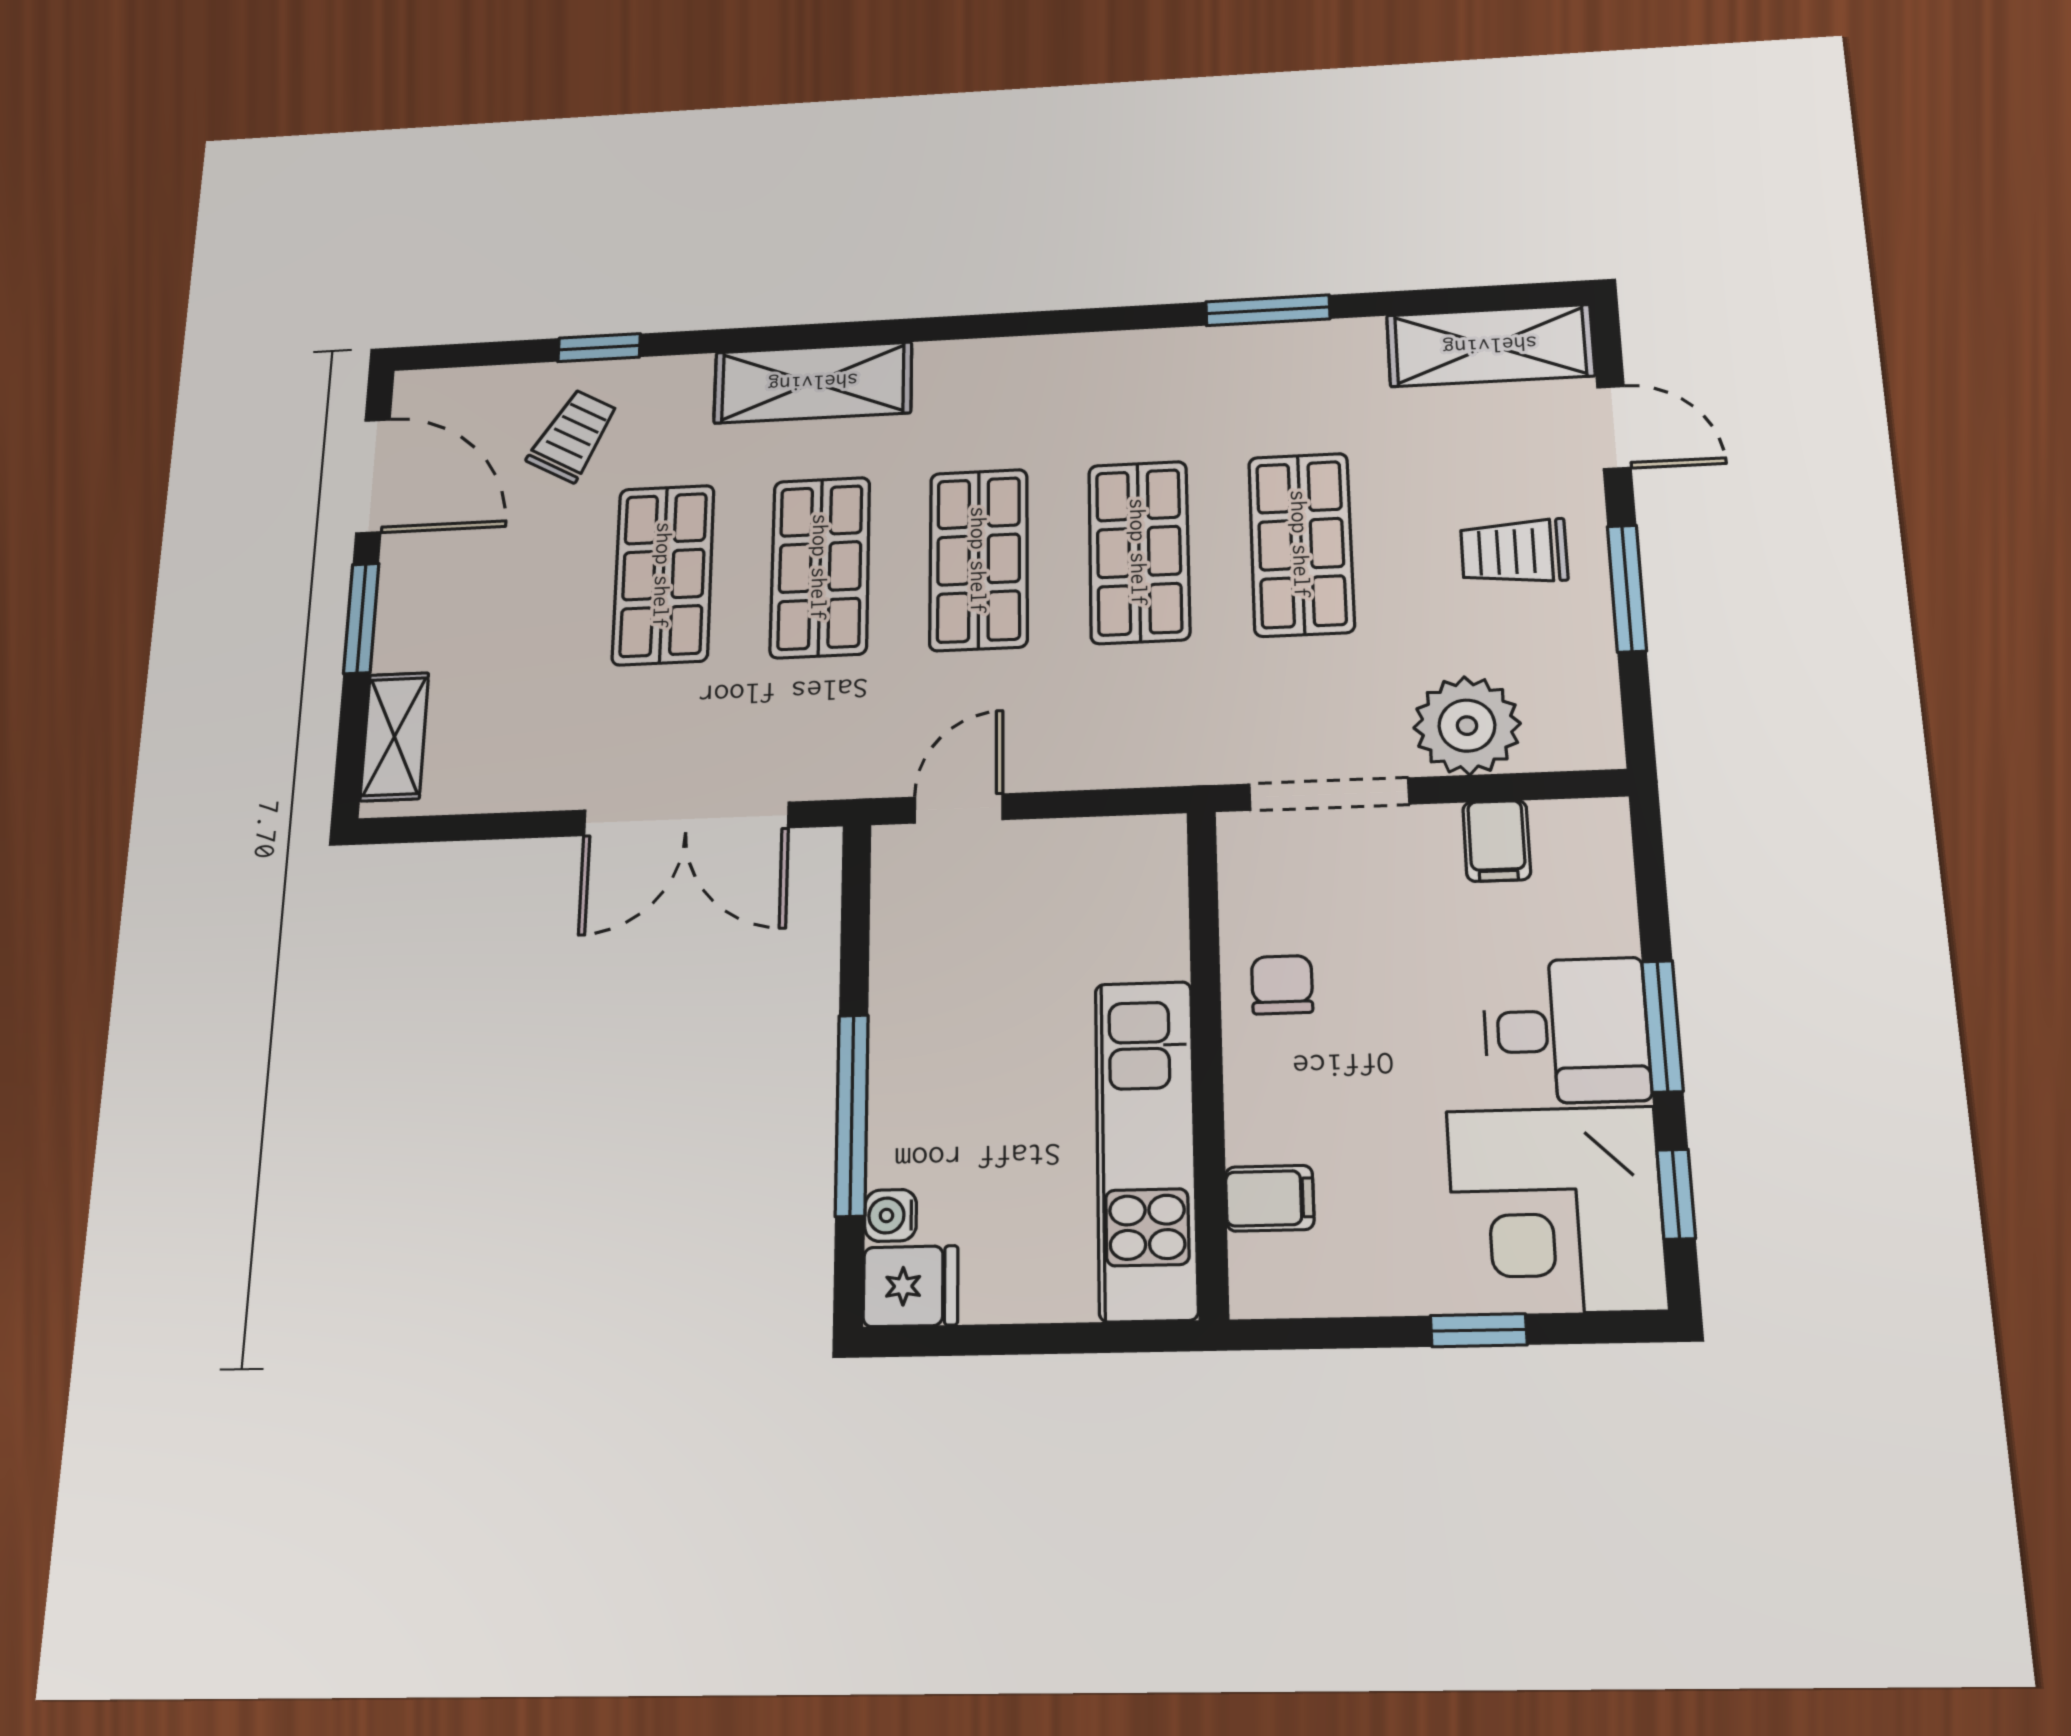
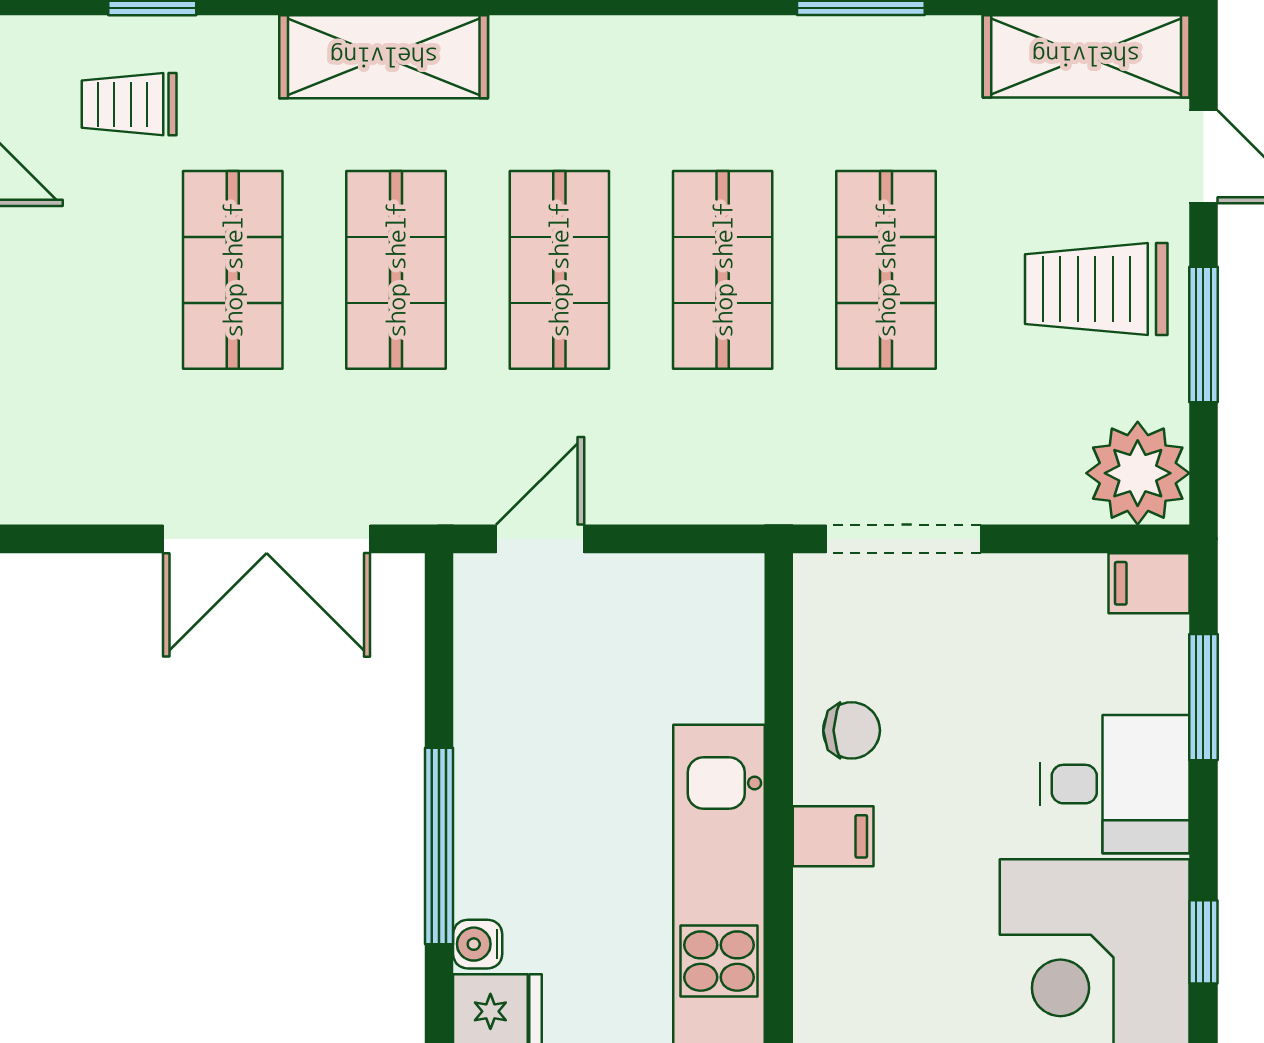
trolley: (573, 436) -> (129, 104), turned -119
trolley: (1514, 552) -> (1096, 289), width x1.36, depth x1.39
plant: (1467, 726) -> (1138, 473), moved
filing cabinet: (1497, 841) -> (1149, 583), moved, turned 90
chair: (1282, 985) -> (852, 730), turned 90
window: (1662, 1026) -> (1203, 697), moved
filing cabinet: (1270, 1198) -> (833, 836), moved

